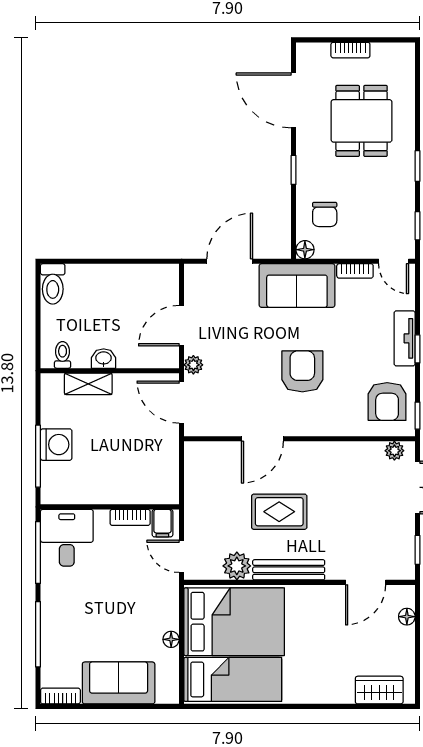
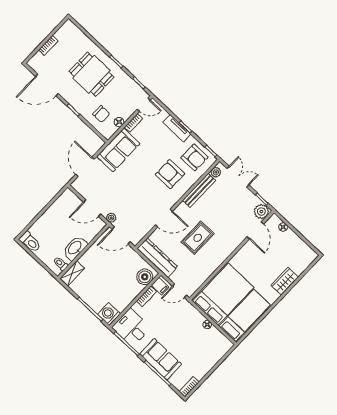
dining table: (362, 121) -> (91, 74), moved
floor lamp: (305, 250) -> (119, 122), moved
door: (182, 326) -> (92, 208), hinge flipped
washbasin: (104, 359) -> (75, 248), width x1.91, depth x1.45
armchair: (302, 371) -> (170, 174), moved
shelving: (88, 384) -> (72, 273), moved
door: (262, 439) -> (164, 218), hinge flipped
washing machine: (56, 445) -> (109, 314), moved, turned -90
dresser: (198, 482) -> (157, 258), added
boiler: (155, 489) -> (145, 277), added
plant: (237, 566) -> (261, 212), moved
bench: (289, 570) -> (199, 190), moved
sofa: (119, 683) -> (161, 359), moved, turned 90
wardrobe: (379, 690) -> (285, 281), moved

